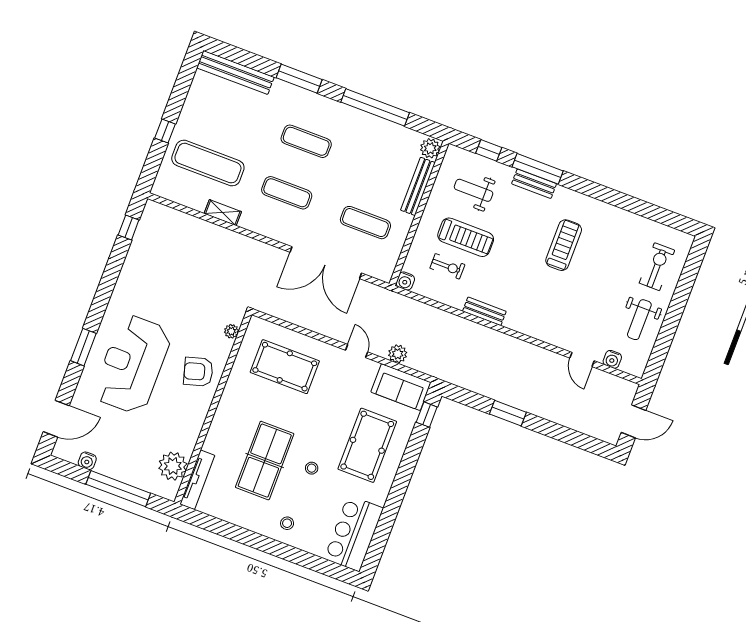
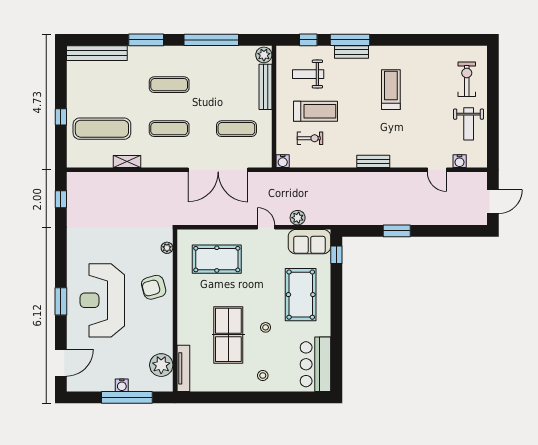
bench: (484, 311) -> (373, 161), moved
water cooler: (87, 461) -> (122, 385), moved

